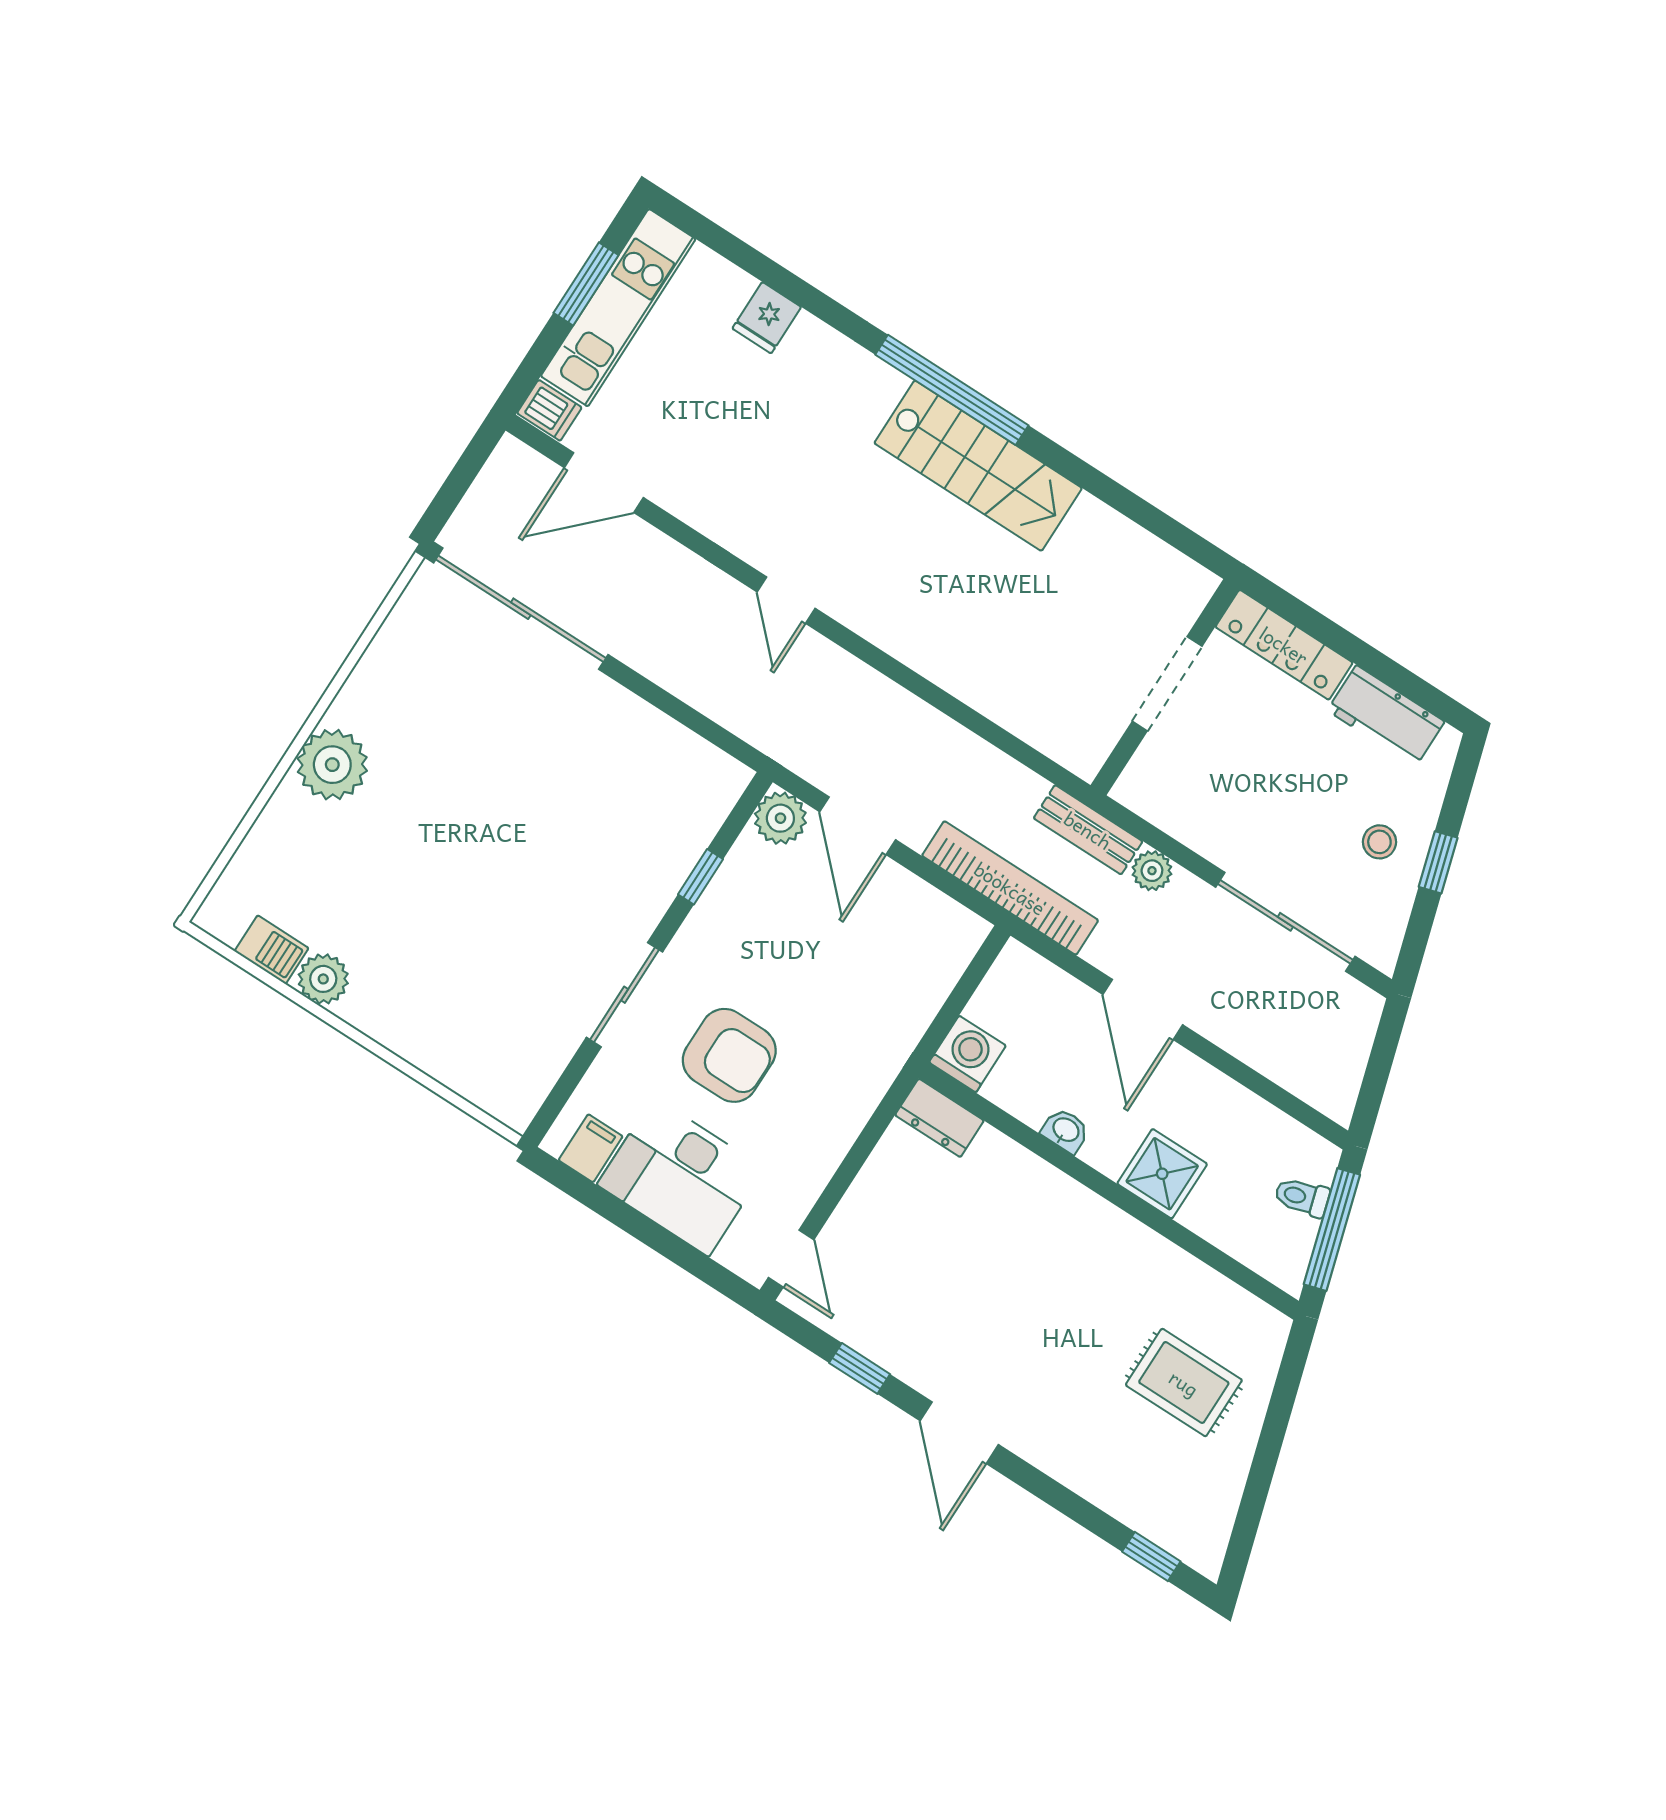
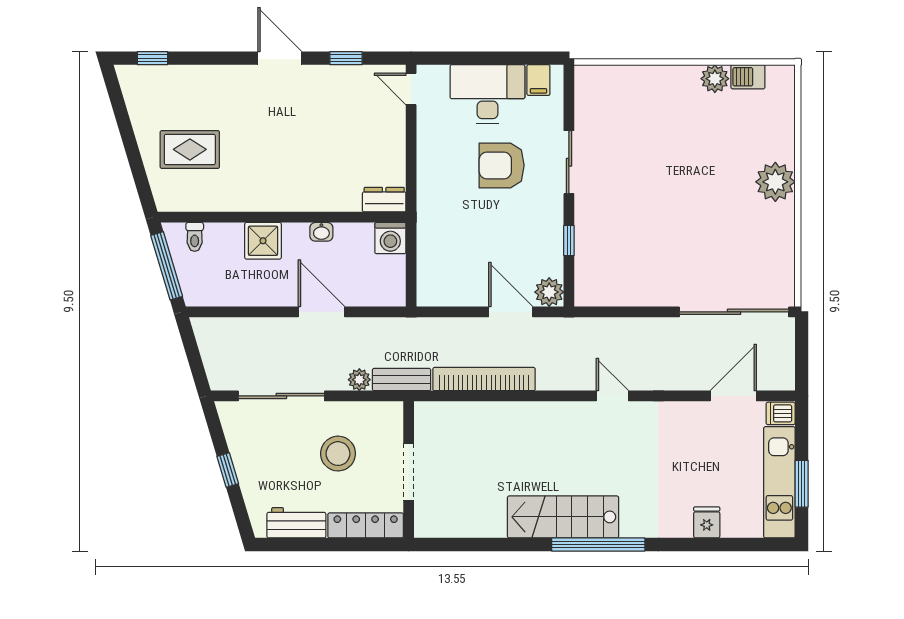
stool: (1379, 842) -> (338, 454), moved, width x1.89, depth x1.89
bookcase: (1010, 888) -> (484, 379), moved, turned 180
toilet: (1302, 1197) -> (195, 237), moved, turned 107

